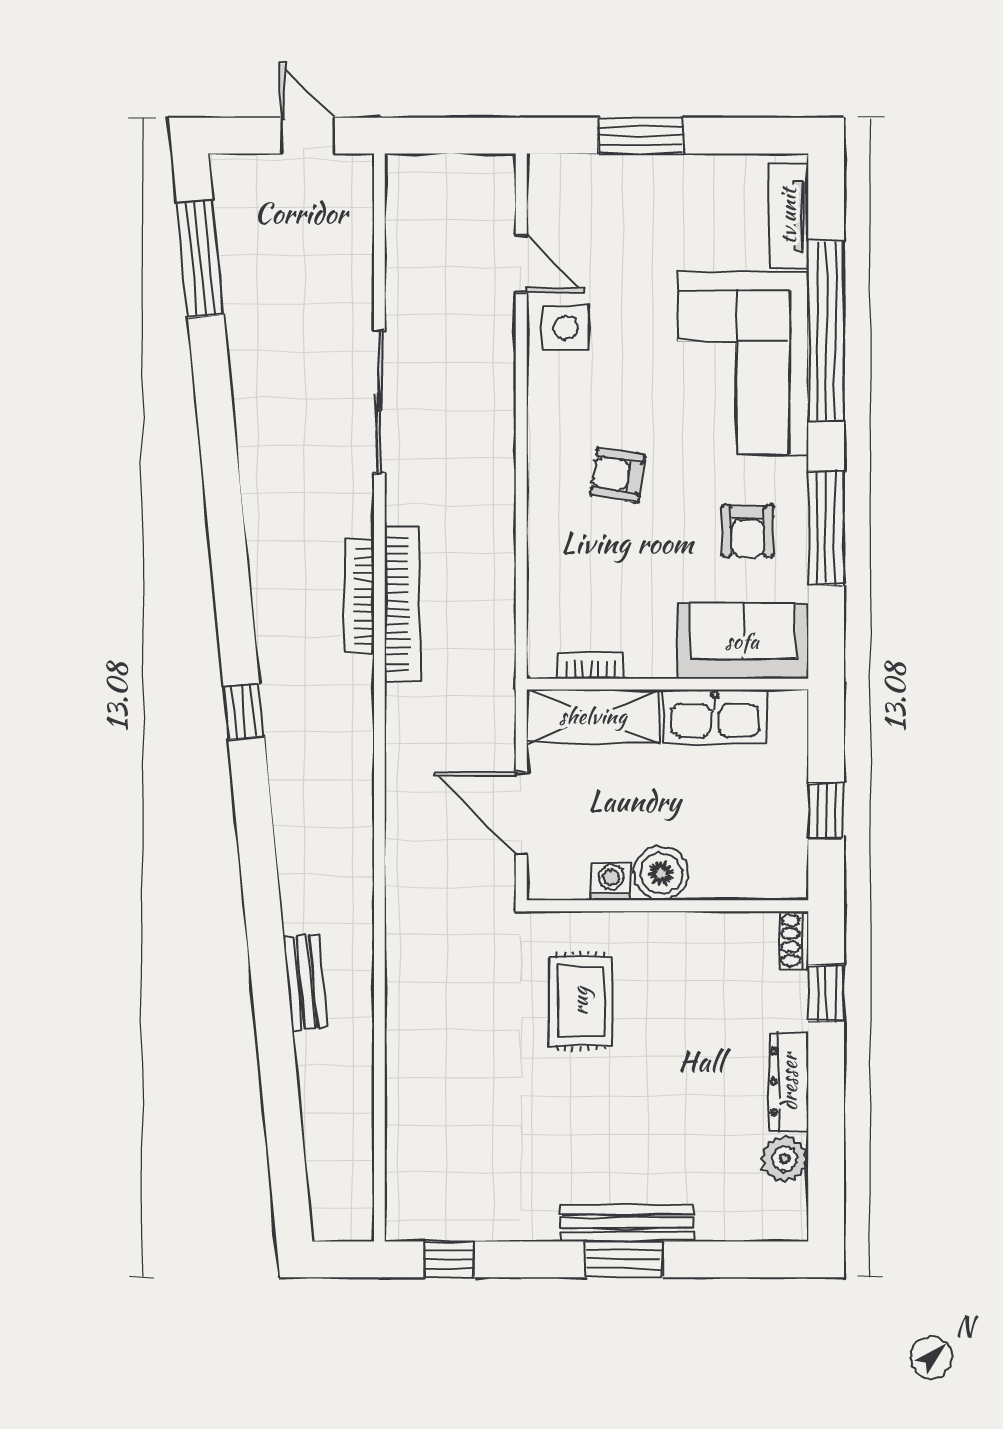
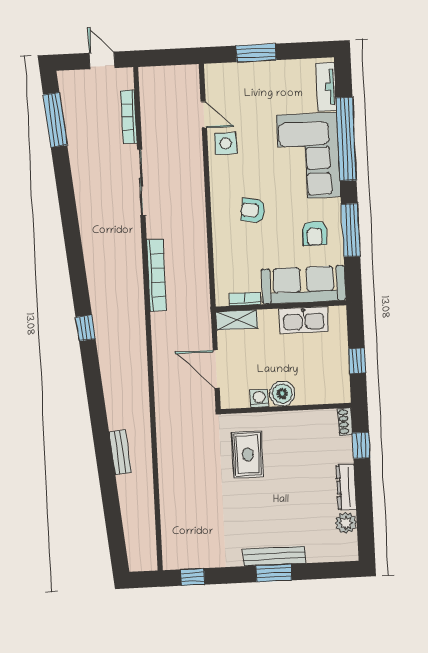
bookcase: (359, 597) -> (129, 117), moved
sofa: (742, 641) -> (304, 285), width x1.36
shelving: (593, 716) -> (237, 320), width x0.67, depth x0.75

